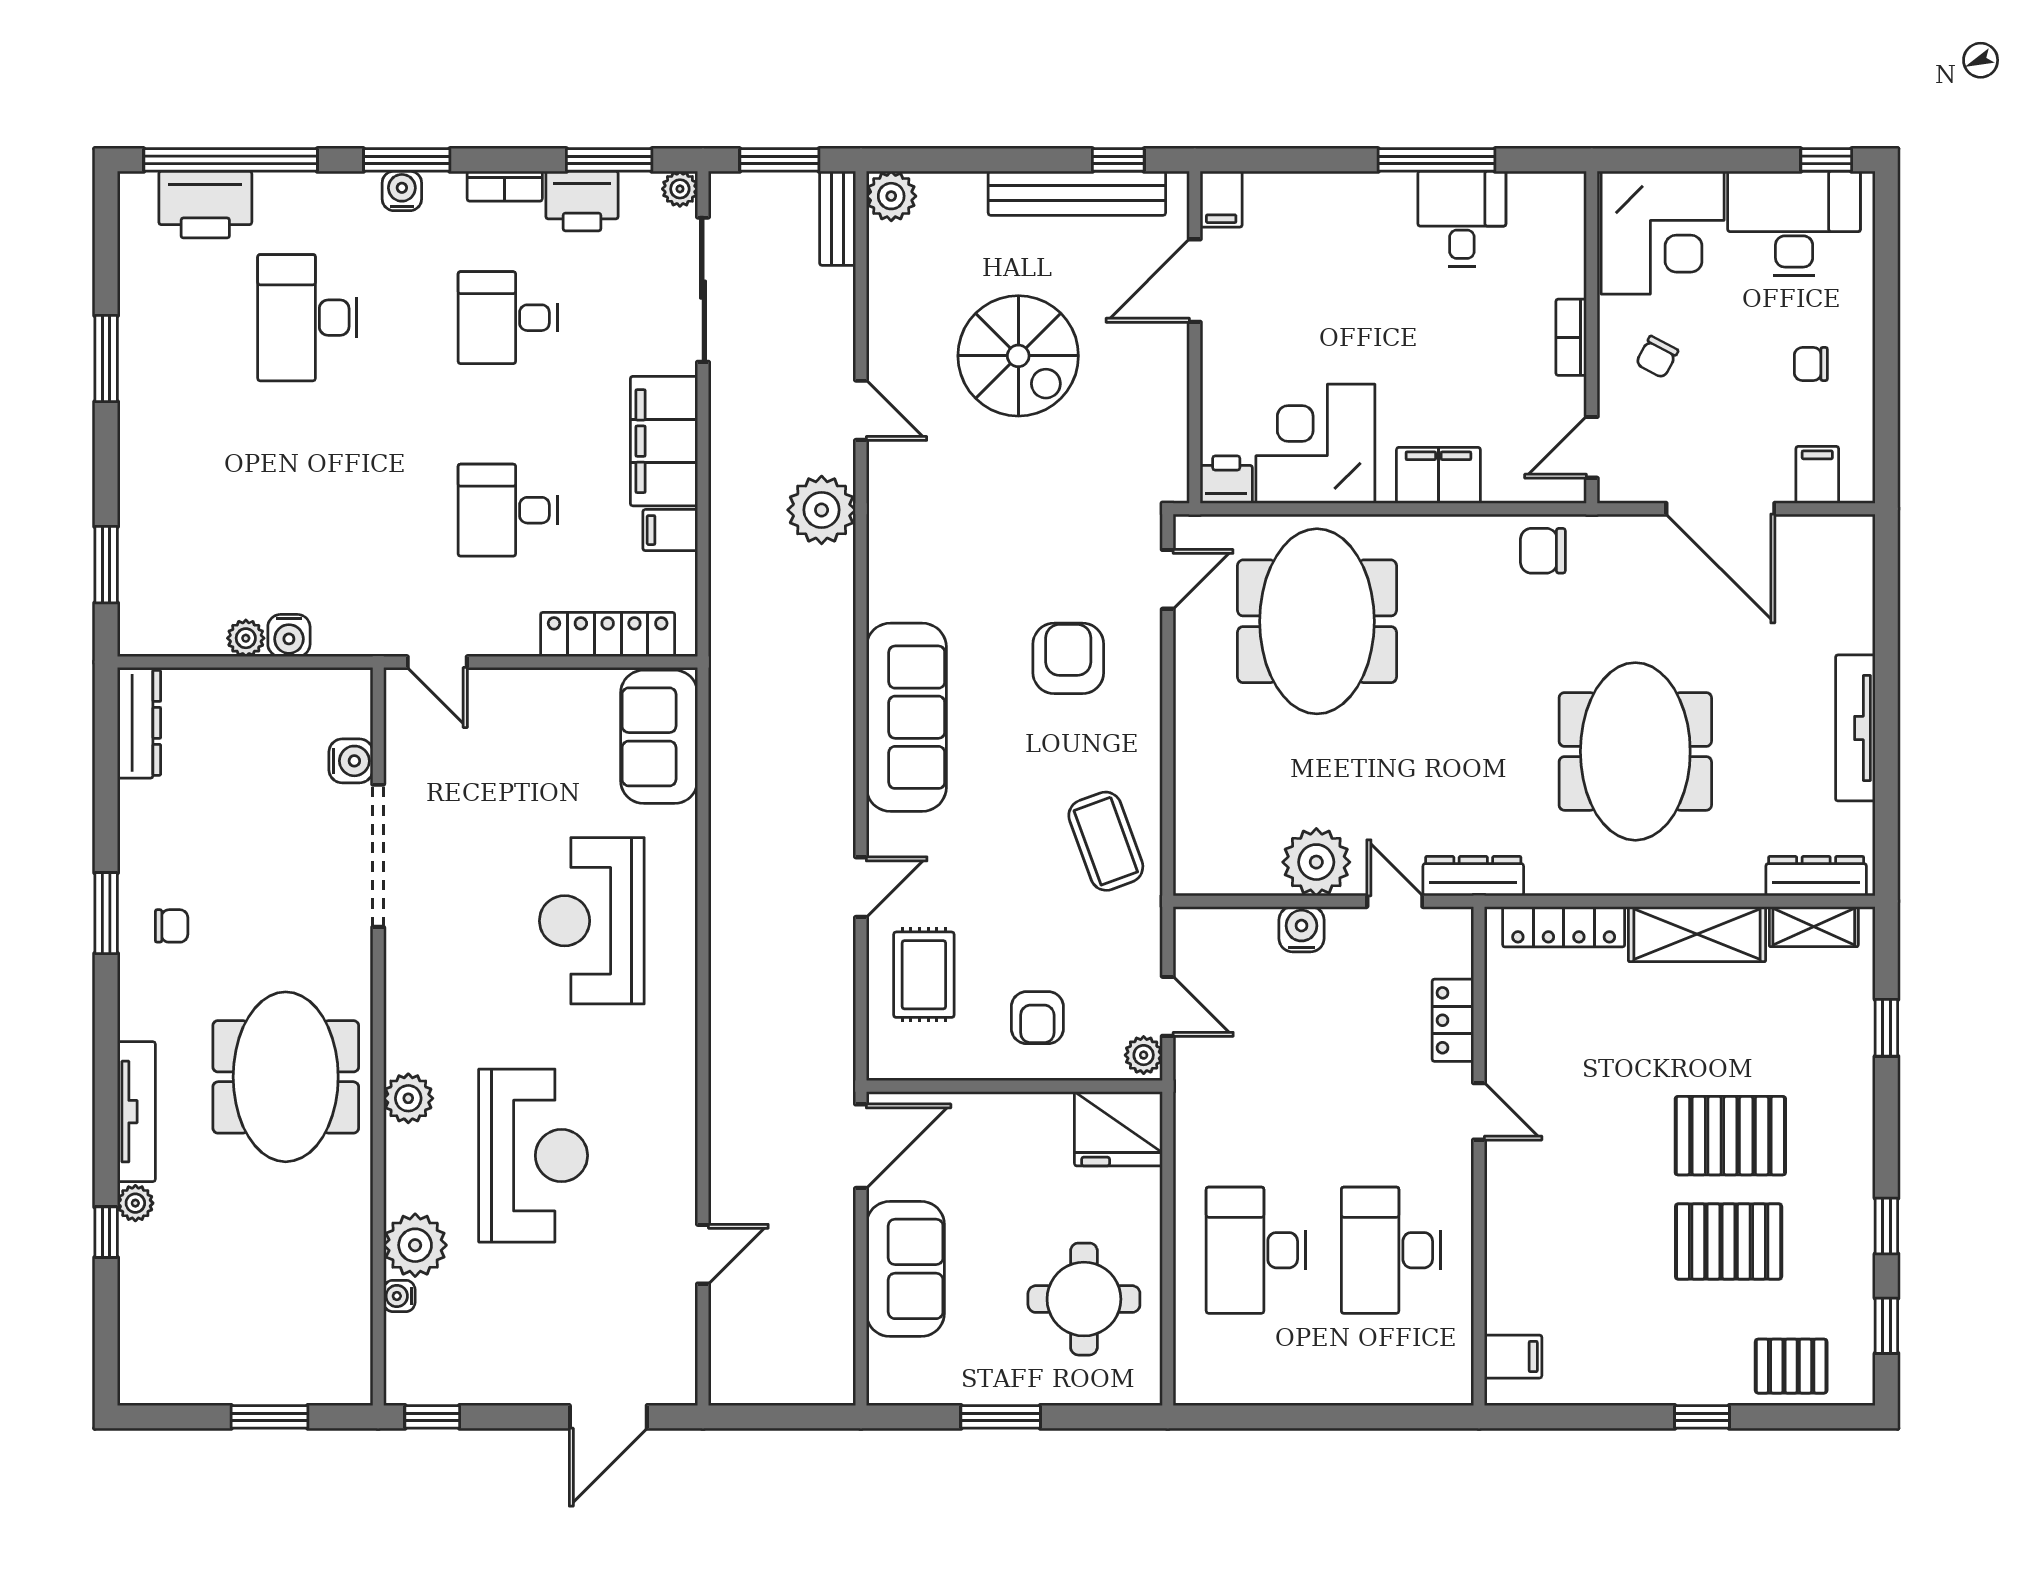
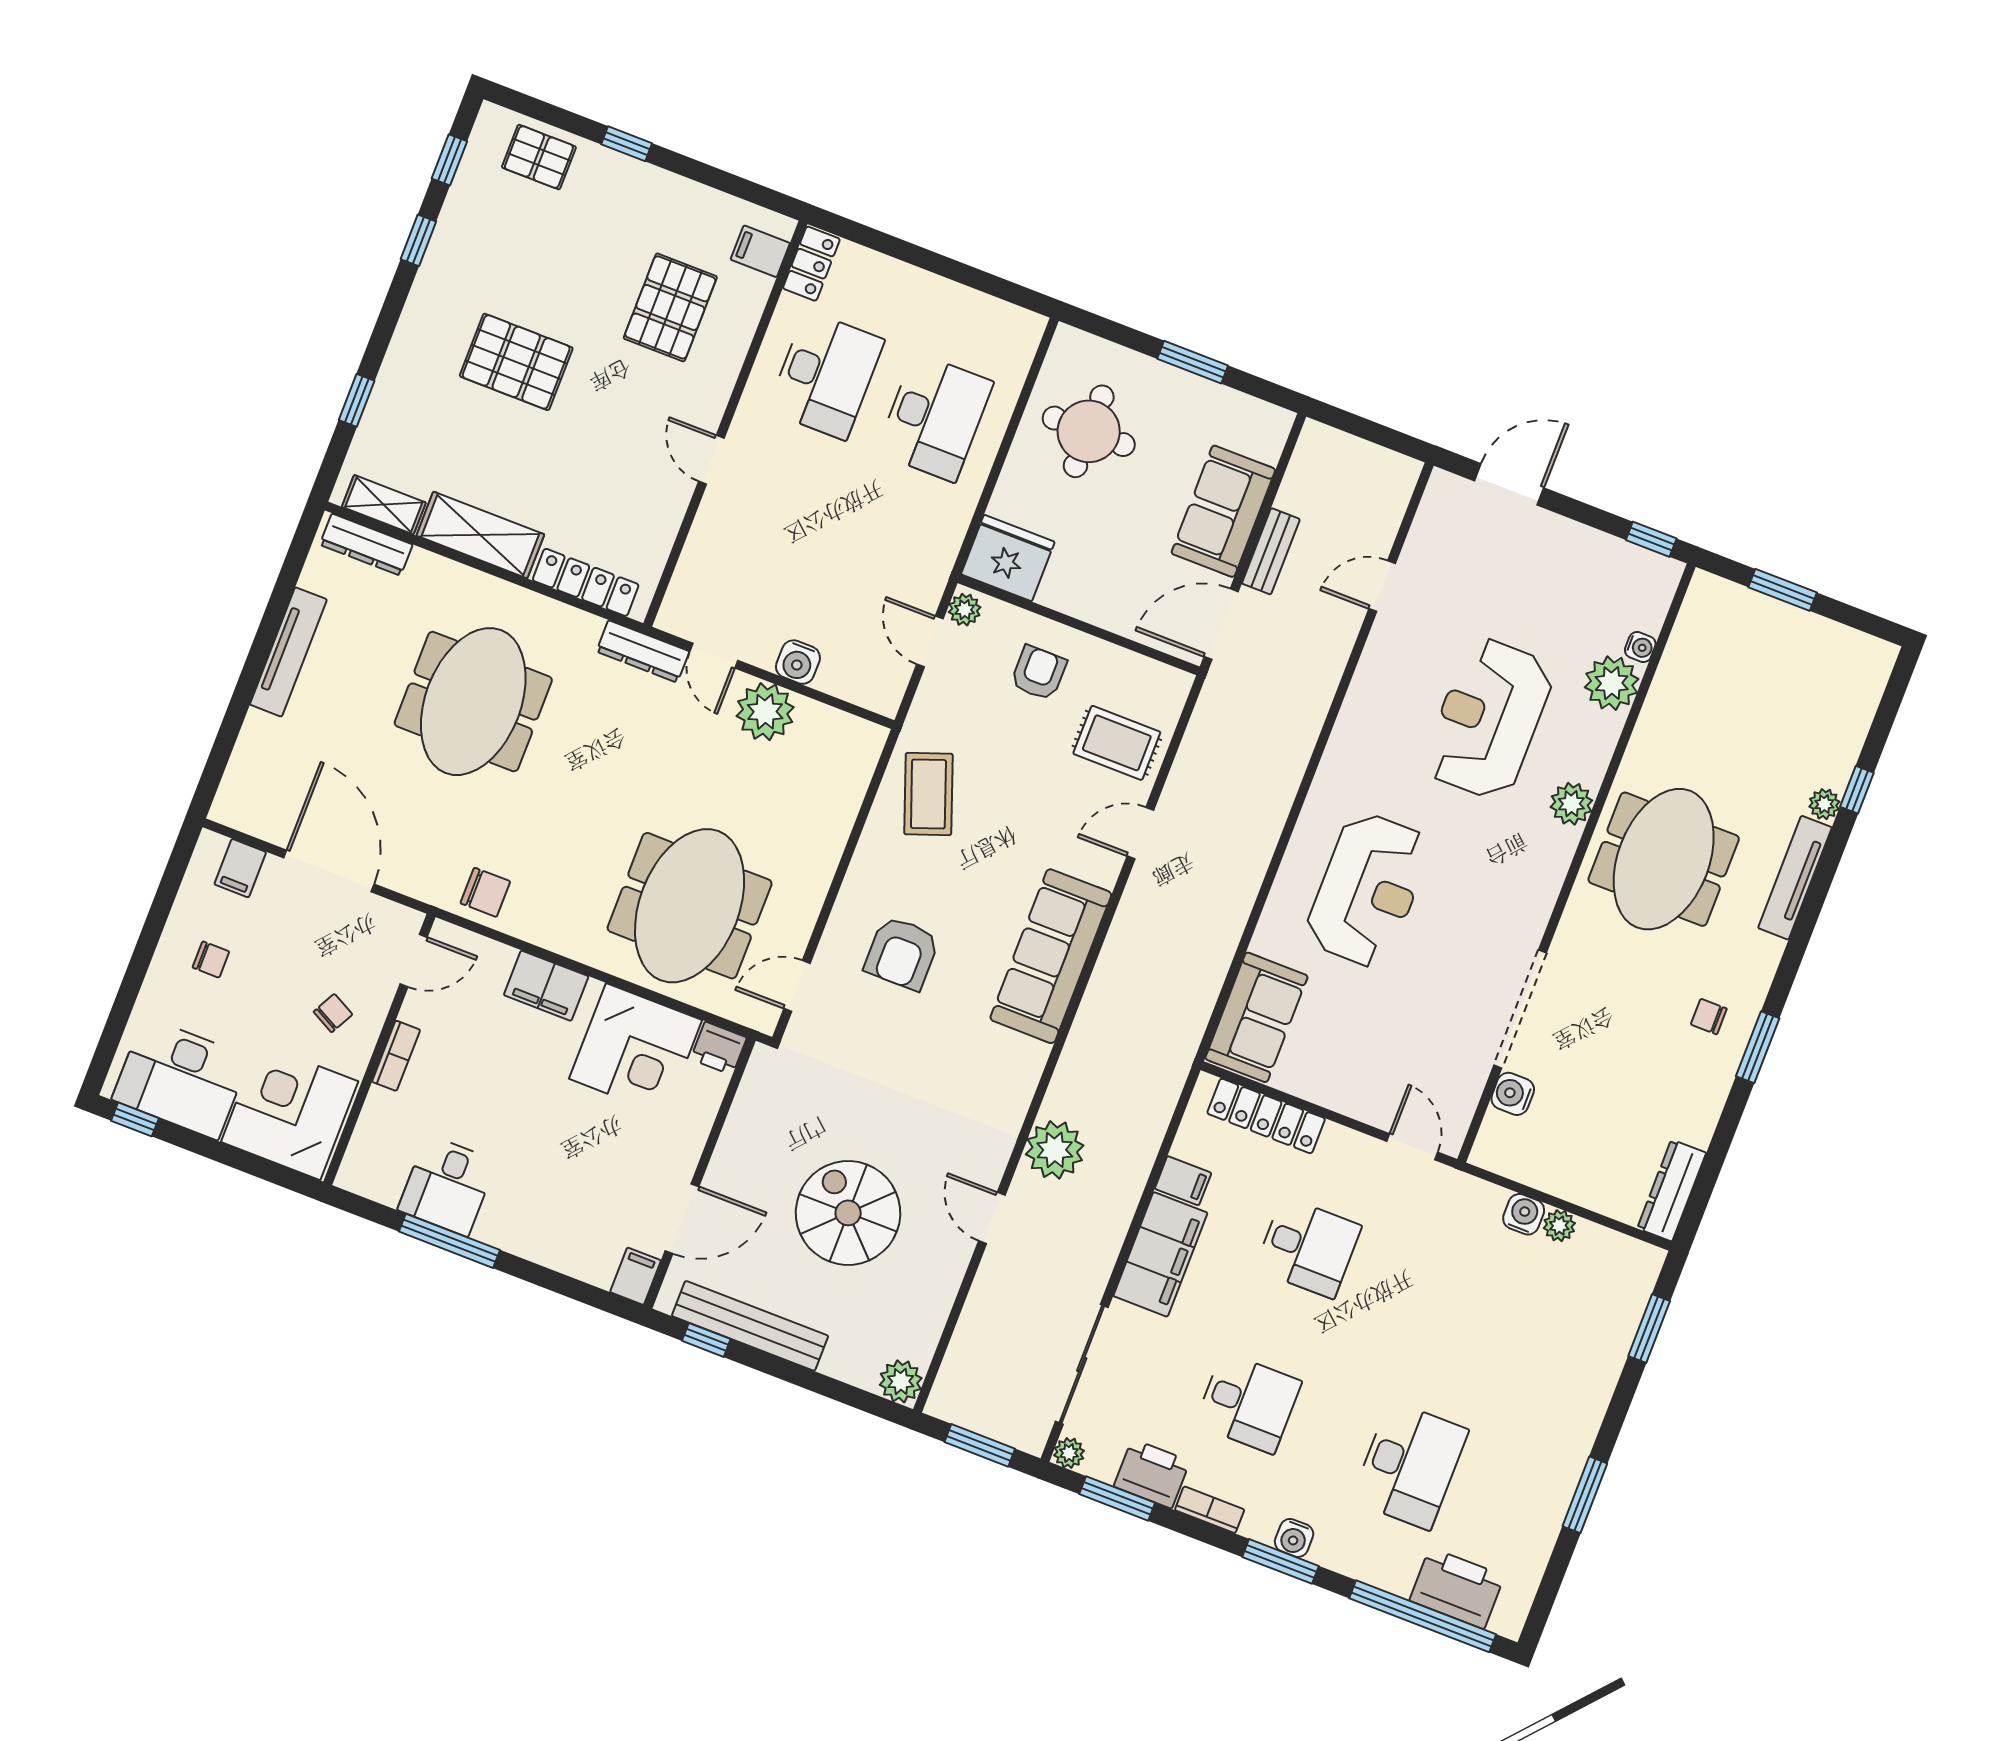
bench: (838, 218) -> (1271, 551), moved
rug: (924, 975) -> (1117, 743), turned 90
locker: (1453, 1020) -> (811, 264), moved
pallet: (1729, 1241) -> (670, 307), moved, turned 90

